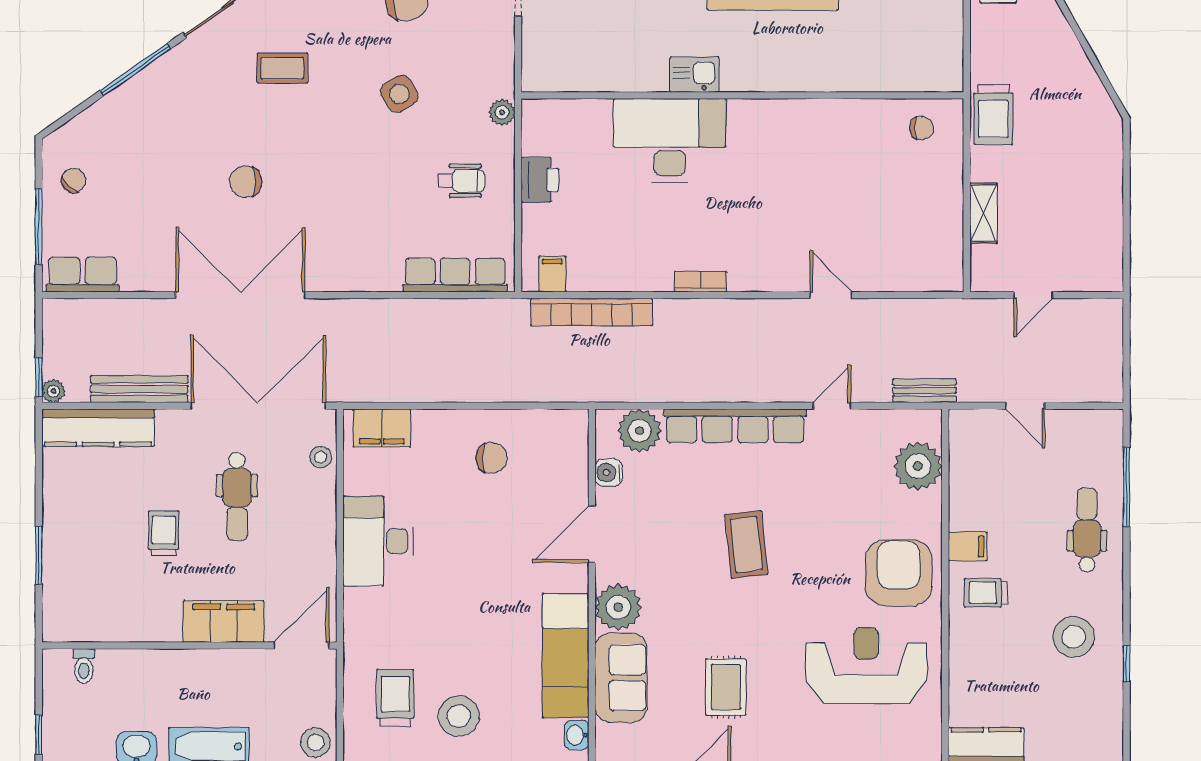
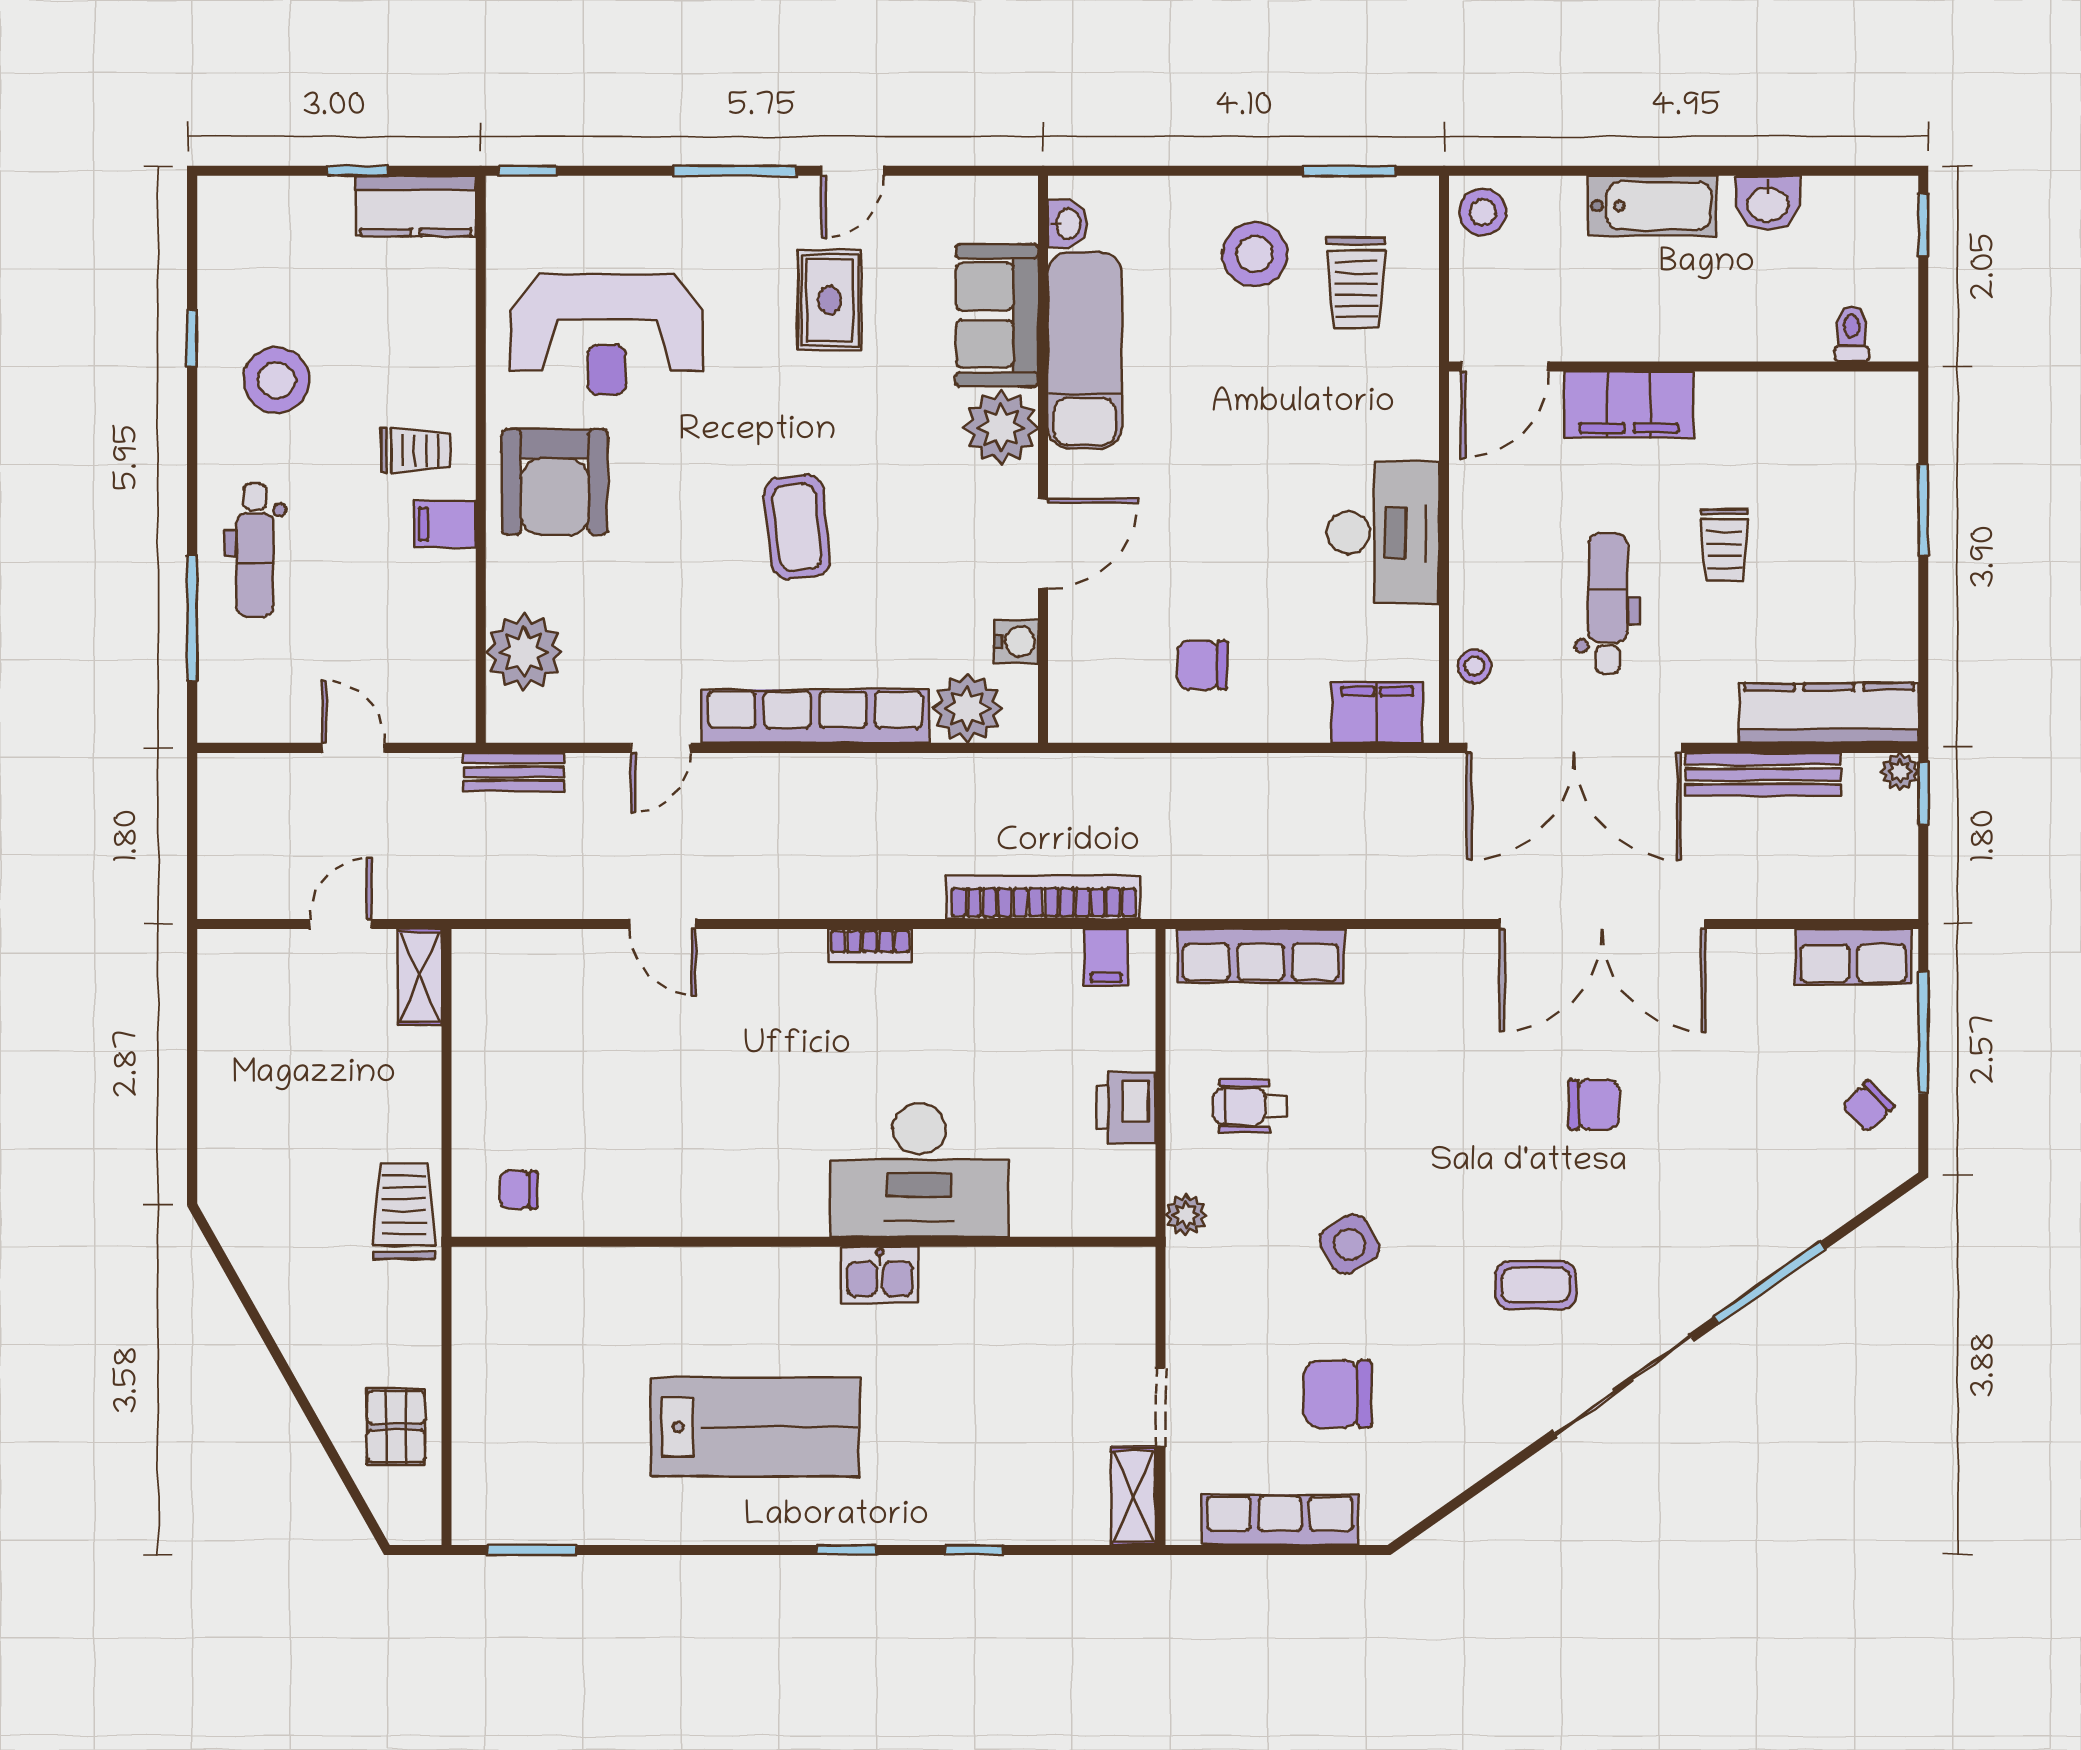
shelving: (983, 213) -> (420, 977), moved

